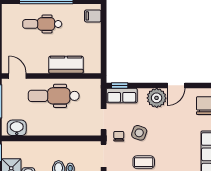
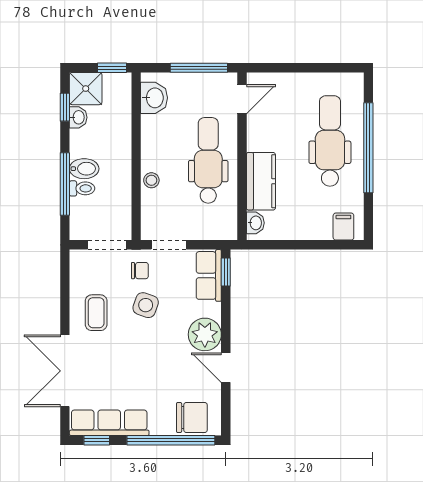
dental chair: (42, 24) -> (330, 141), width x1.36, depth x1.38
washbasin: (91, 68) -> (255, 223), added
stool: (65, 129) -> (151, 180), added

